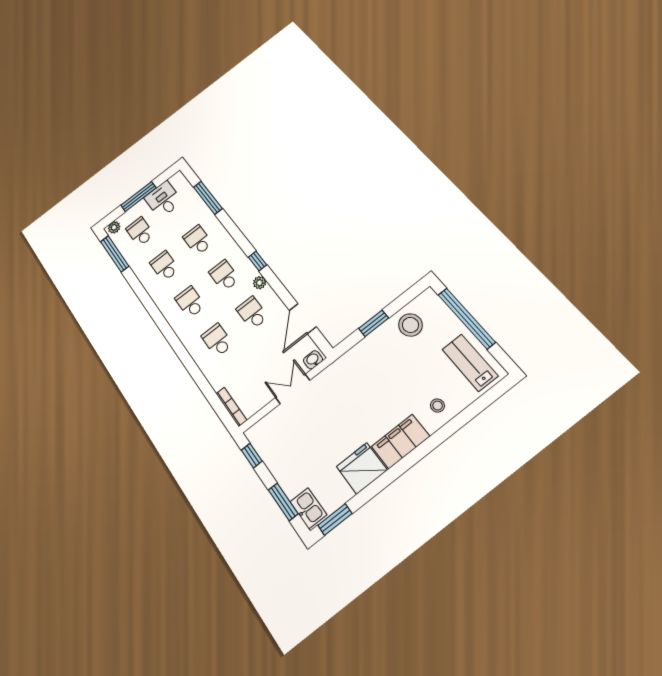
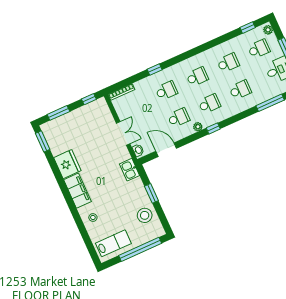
window: (115, 254) -> (248, 28), width x0.46
window: (190, 365) -> (155, 70), added
kitchen sink: (308, 508) -> (129, 170), moved, turned 90

